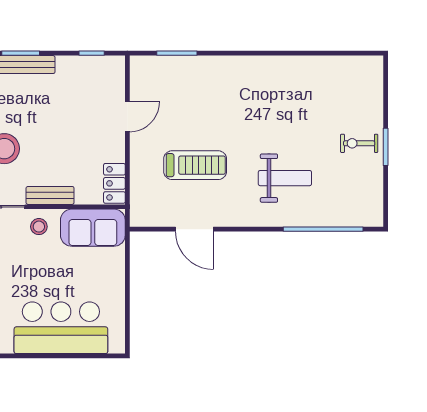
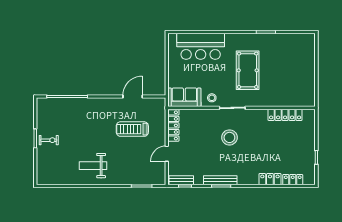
weight bench: (285, 178) -> (93, 166), moved
locker: (114, 183) -> (173, 125), width x1.53
bench: (50, 195) -> (181, 180), moved
door: (194, 229) -> (133, 97), hinge flipped

